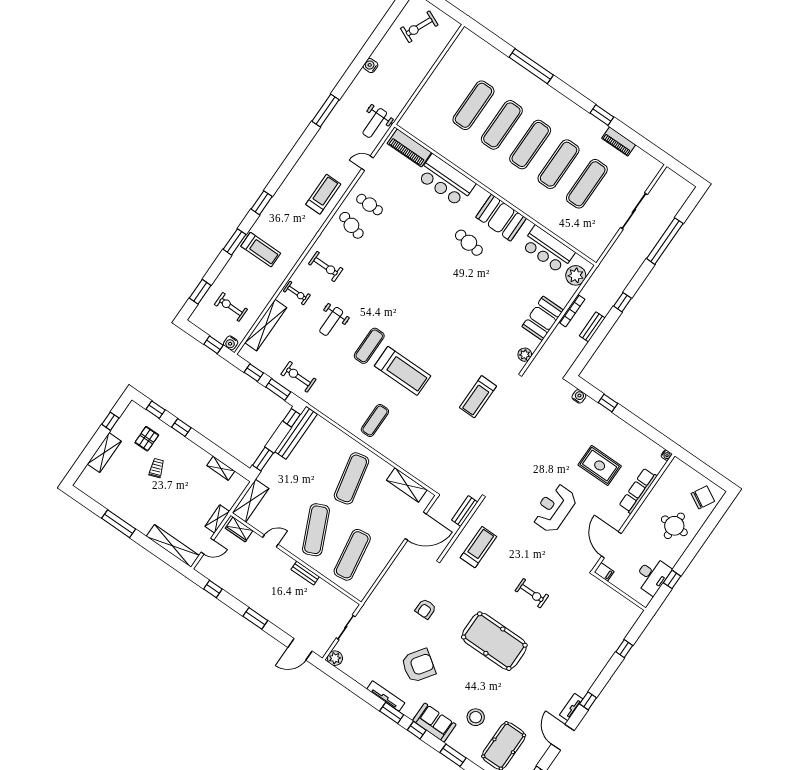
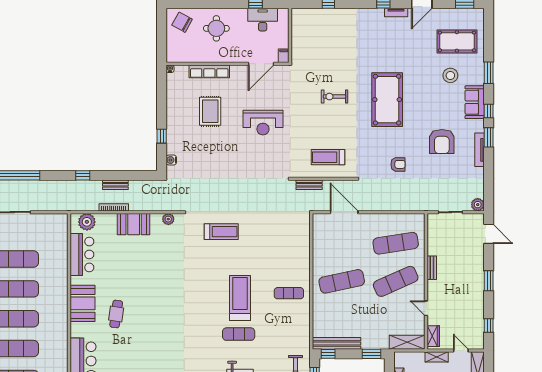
shelving: (407, 485) -> (319, 239), removed
exercise bike: (532, 593) -> (334, 97), turned -90
armchair: (418, 666) -> (442, 142), turned -125

